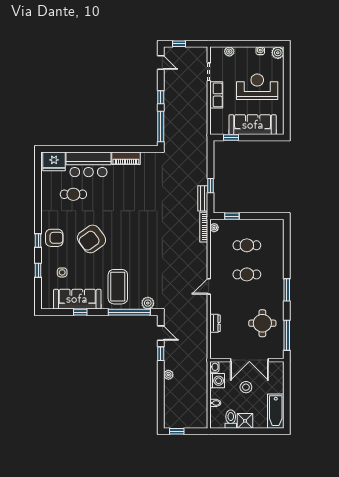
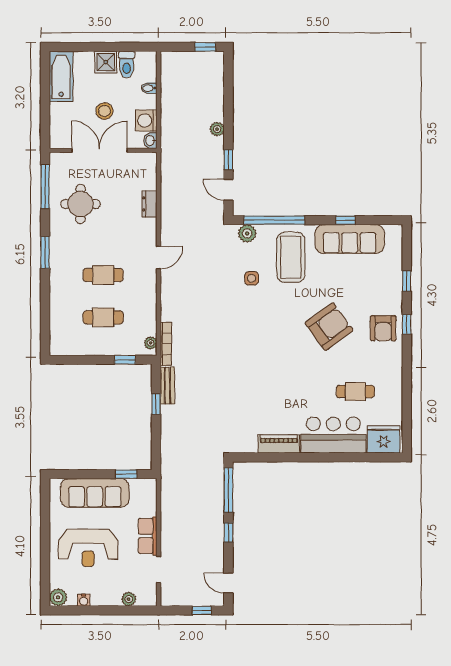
armchair: (54, 238) -> (383, 328), turned -90
side table: (62, 272) -> (252, 278), moved

